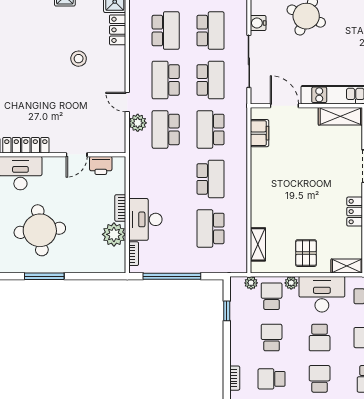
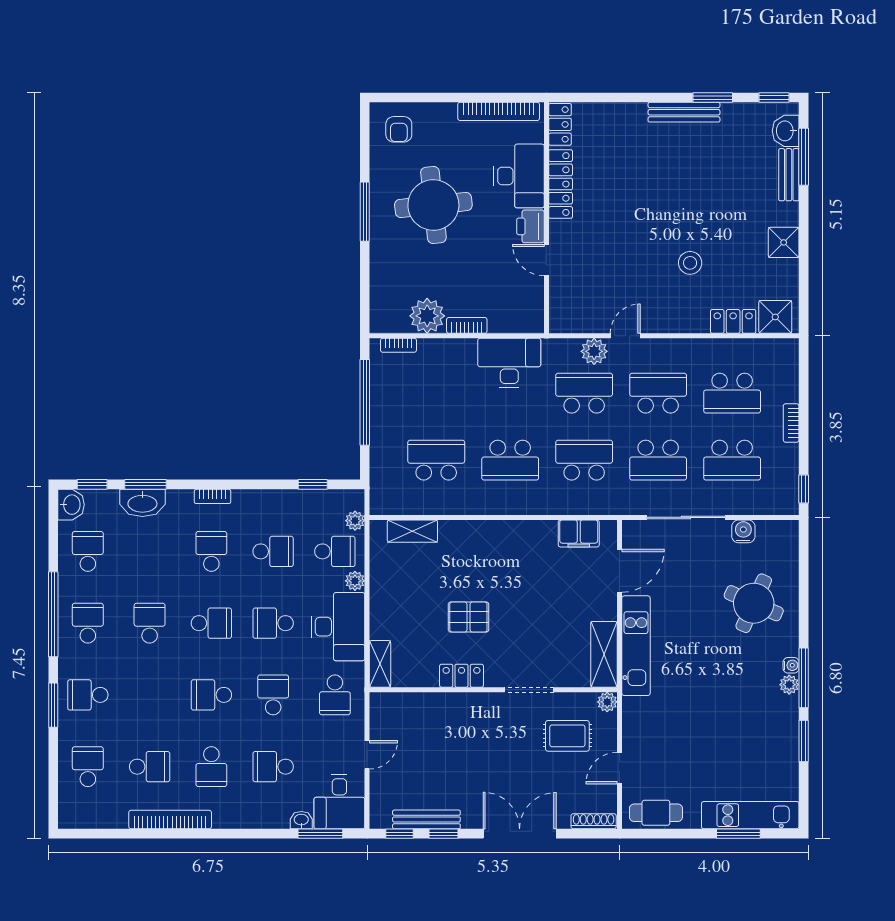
printer: (101, 165) -> (530, 226), moved
desk: (145, 219) -> (509, 363), moved
pallet: (306, 253) -> (468, 617), moved

